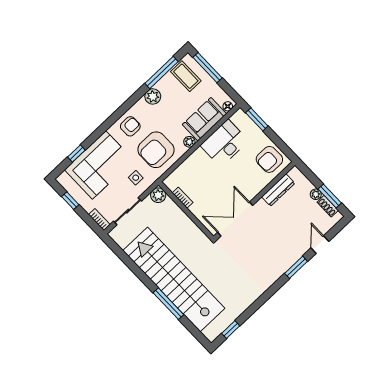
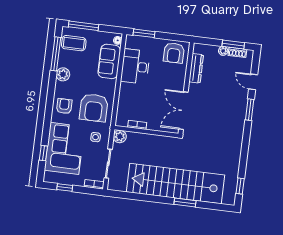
plant: (189, 142) -> (111, 84), removed
window: (168, 304) -> (185, 203), width x0.69

